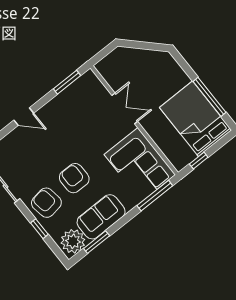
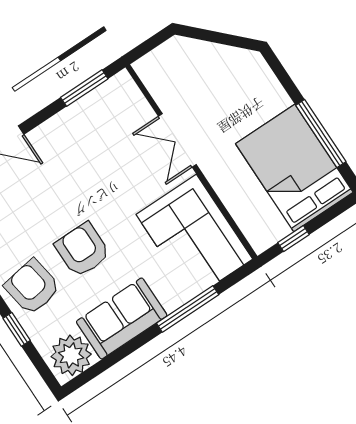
double door: (125, 108) -> (177, 140), swing flipped
window: (155, 196) -> (188, 309), moved
window: (97, 242) -> (111, 360), removed

